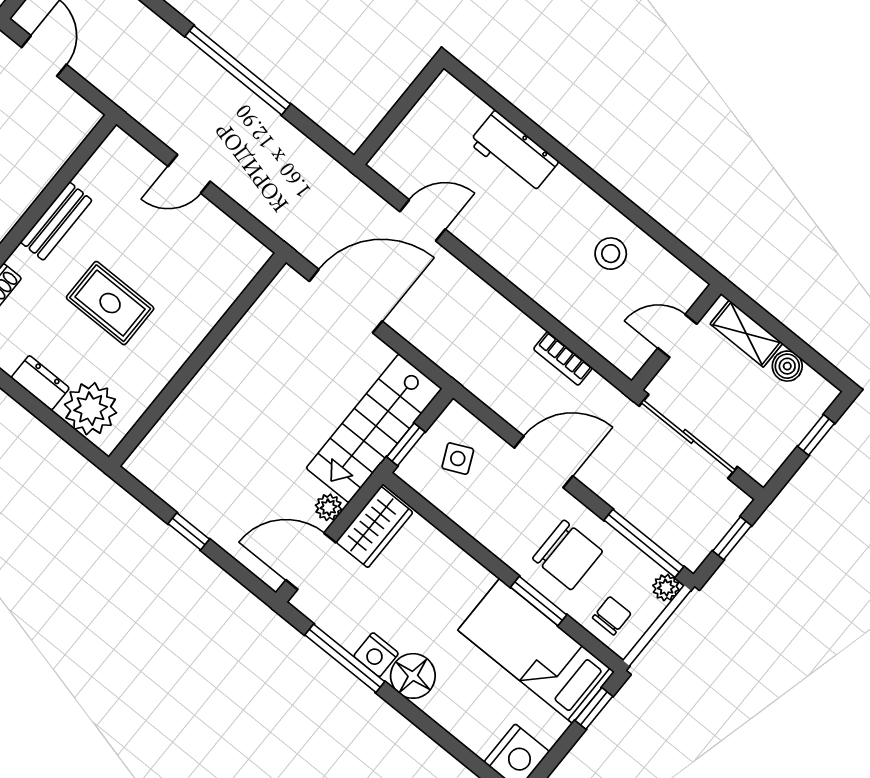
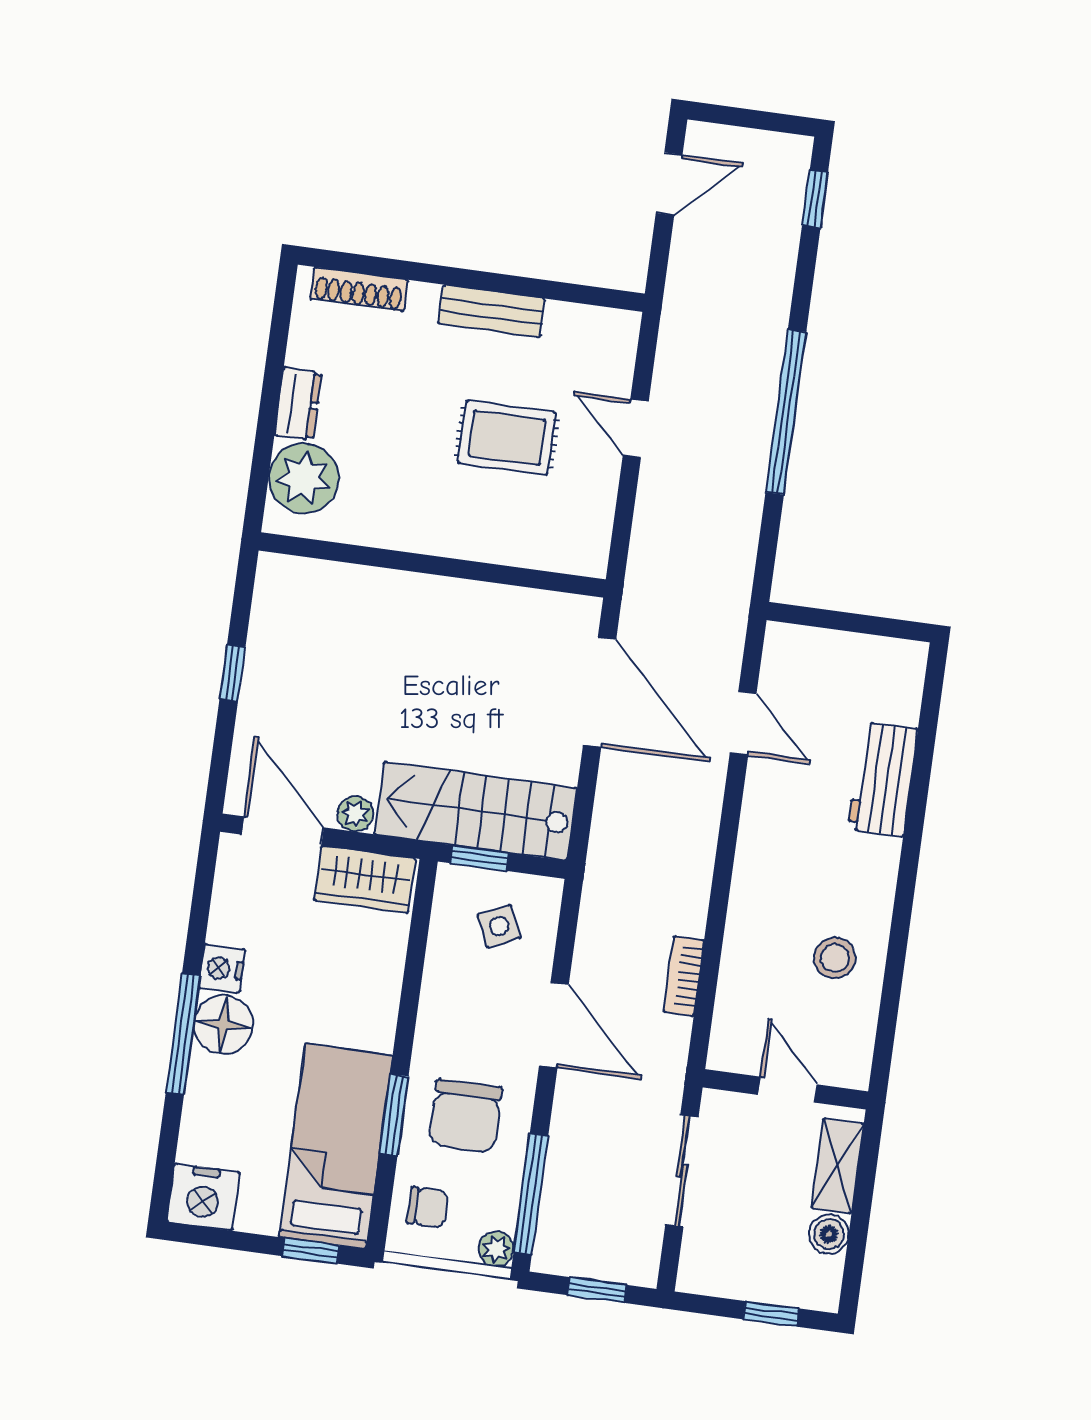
rug: (110, 303) -> (507, 438), moved, turned 90
sliding door: (688, 436) -> (682, 1171), width x0.73
window: (345, 658) -> (183, 1034), moved

